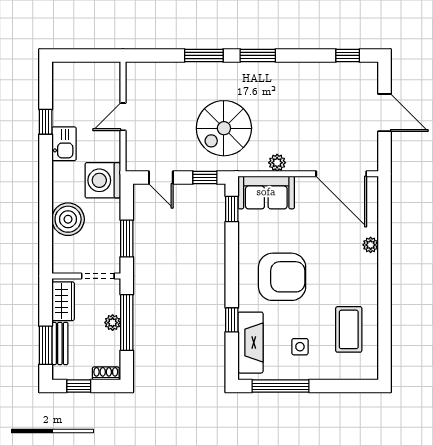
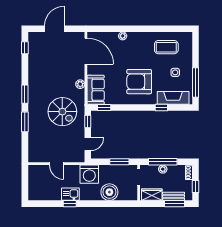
window: (46, 122) -> (70, 204), moved
door: (341, 174) -> (86, 51), hinge flipped
armchair: (282, 277) -> (139, 82), turned -90

